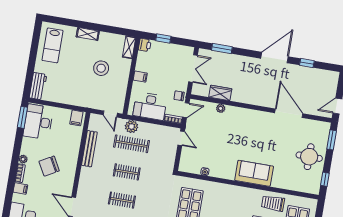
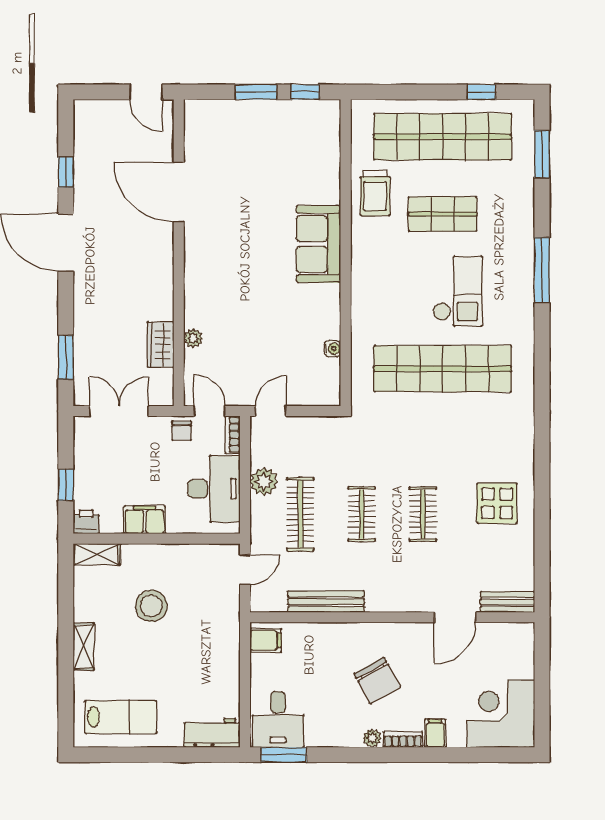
filing cabinet: (140, 77) -> (145, 520), width x2.00
door: (289, 113) -> (179, 192), hinge flipped
desk: (38, 122) -> (278, 720), width x0.73
plant: (132, 127) -> (264, 482), moved
window: (332, 140) -> (256, 92), moved
round table: (309, 157) -> (263, 133), removed

